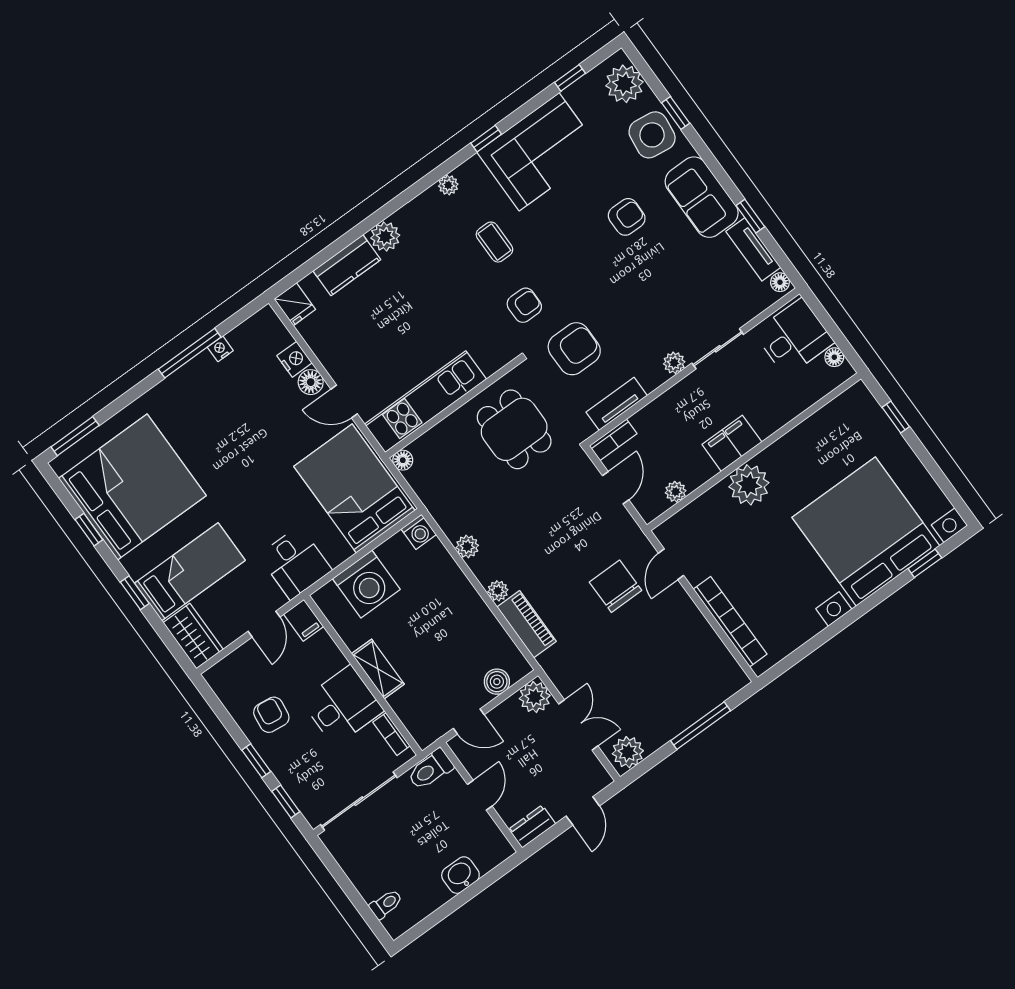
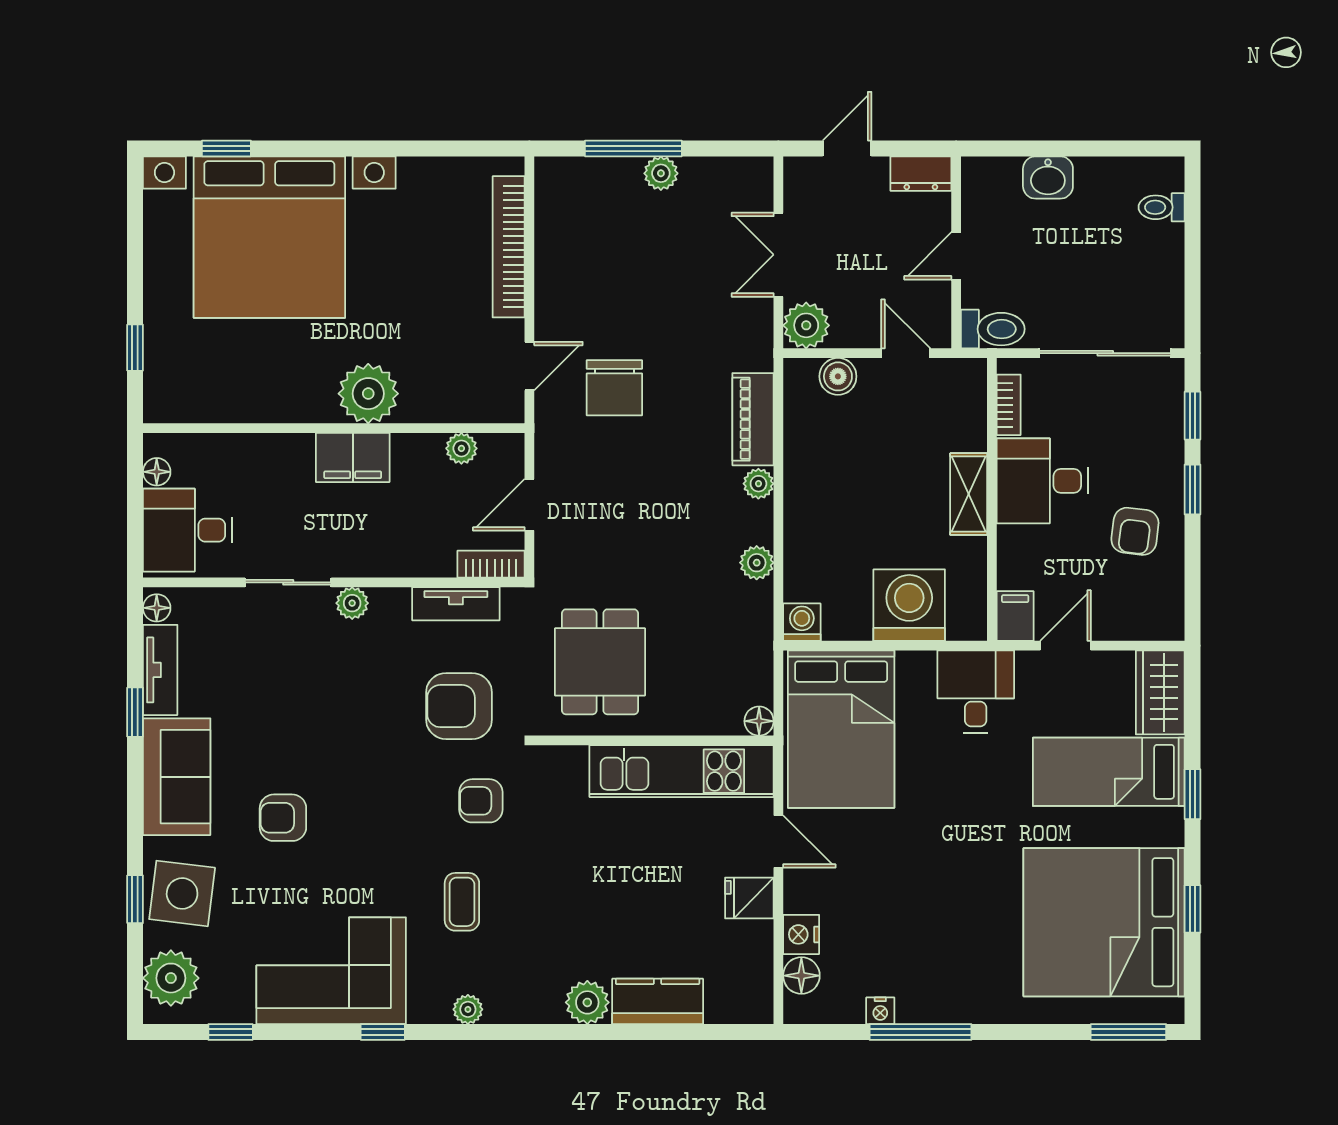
fridge: (295, 304) -> (749, 898), moved, turned -90
floor lamp: (311, 382) -> (801, 976), moved
plant: (628, 752) -> (661, 173), moved, width x0.73, depth x0.73

